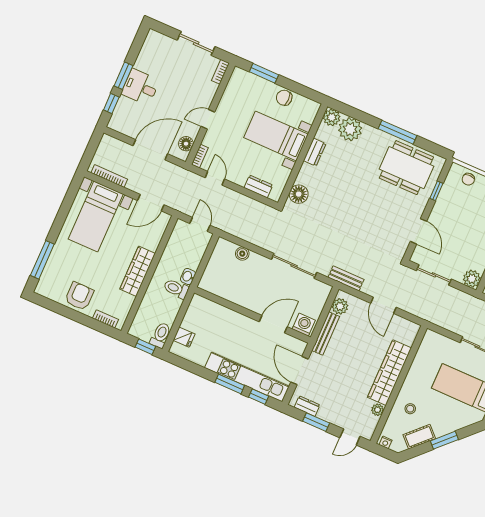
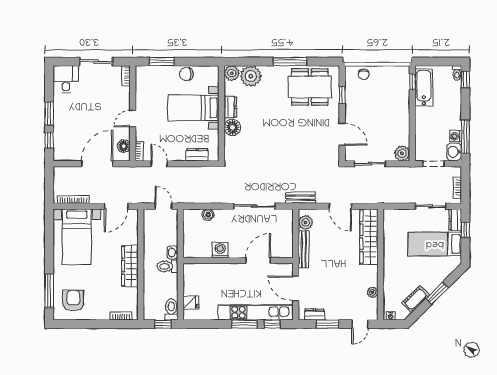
desk: (140, 87) -> (66, 79), moved, turned 90
floor lamp: (299, 194) -> (232, 127), moved
armchair: (79, 296) -> (73, 301), moved
washing machine: (304, 325) -> (220, 250), moved
wardrobe: (389, 373) -> (369, 237), moved
stool: (410, 409) -> (398, 280), removed

